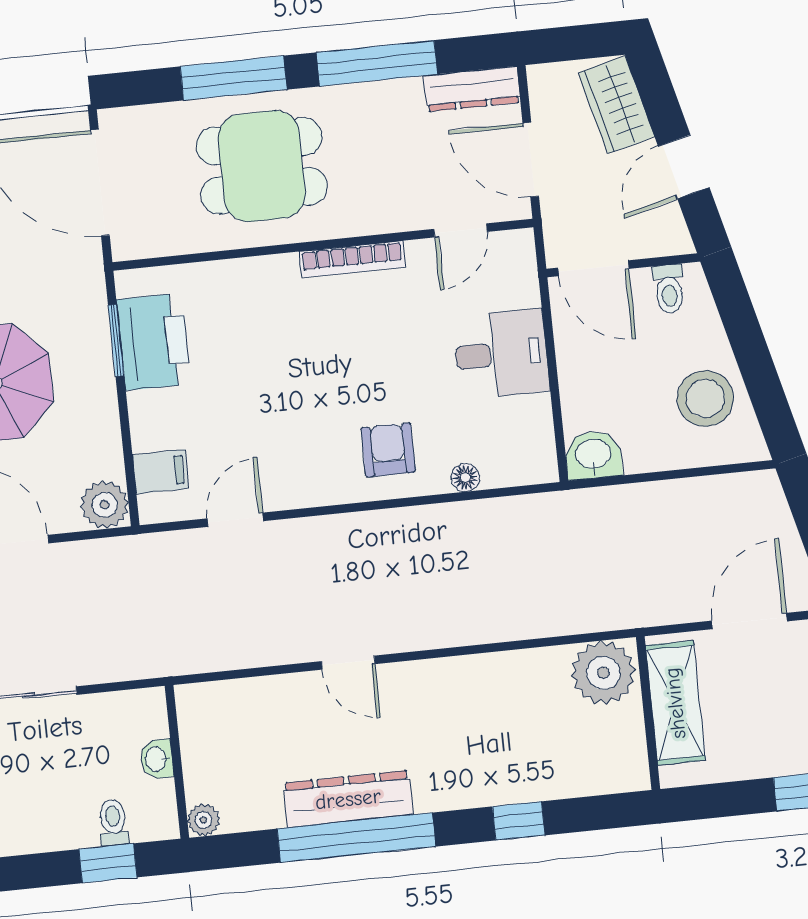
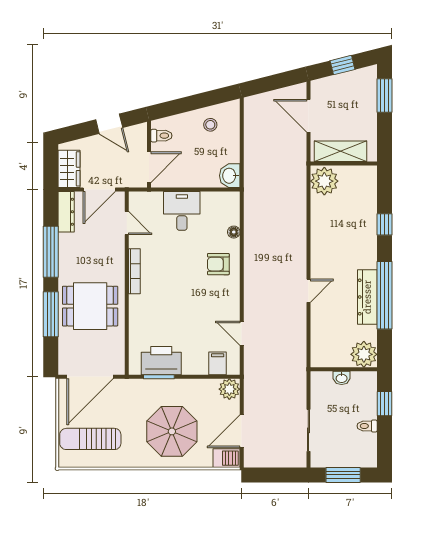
wardrobe: (616, 105) -> (69, 169), moved, turned -76
dining table: (262, 166) -> (90, 306), turned 90
stool: (705, 398) -> (210, 125), width x0.53, depth x0.53
plant: (203, 820) -> (364, 354), width x1.87, depth x1.87
toilet: (113, 823) -> (367, 426), moved

